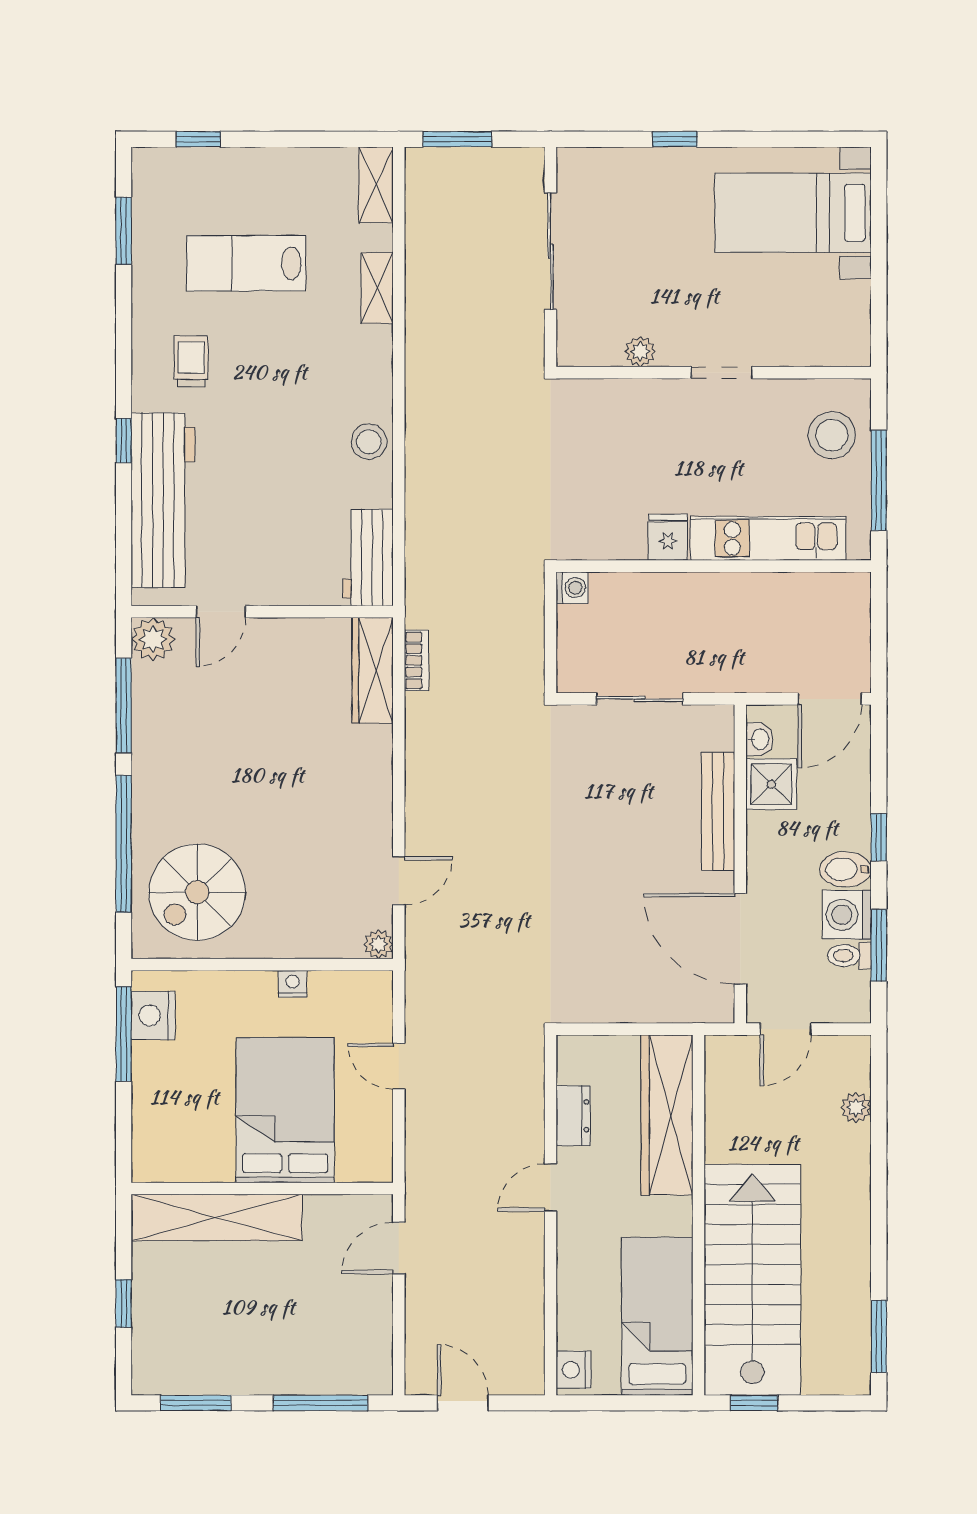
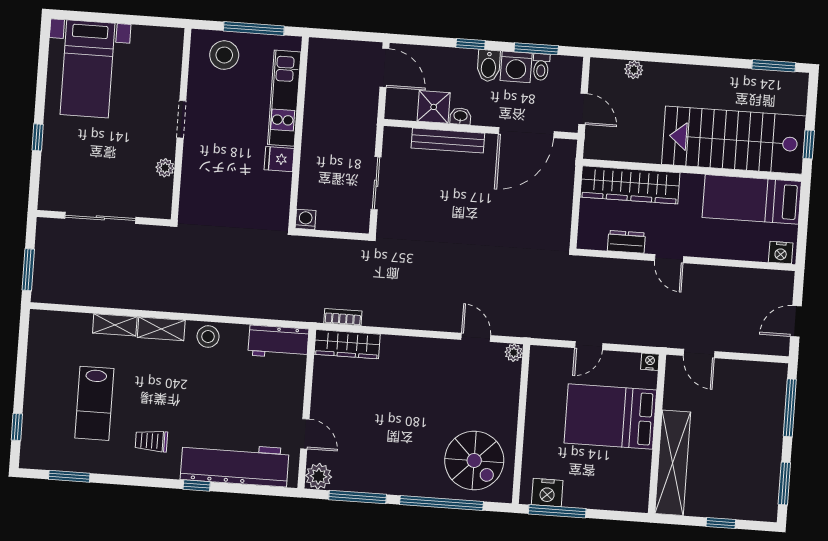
shelving: (376, 185) -> (161, 329), moved
washbasin: (759, 739) -> (460, 116), moved
nightstand: (293, 984) -> (650, 362), moved, turned 90

